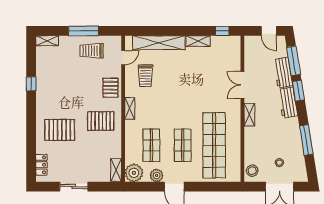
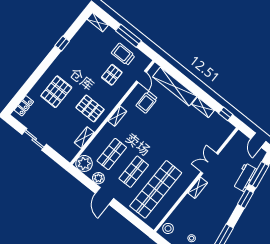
door: (123, 58) -> (141, 77), hinge flipped
pallet: (110, 88) -> (112, 75), moved
workbench: (288, 103) -> (231, 201), removed
pallet: (60, 130) -> (56, 92), turned 90
shelving: (116, 170) -> (84, 138), moved

